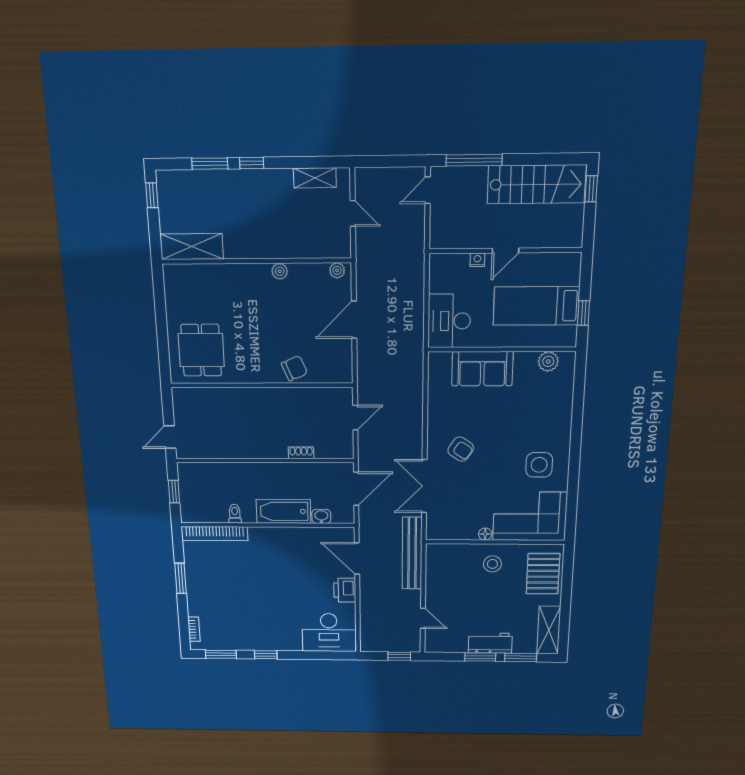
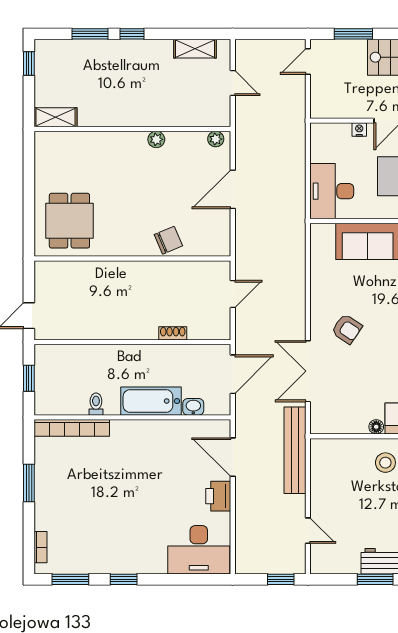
window: (474, 160) -> (353, 34), width x0.69
shelving: (192, 247) -> (56, 117), width x0.67, depth x0.75

